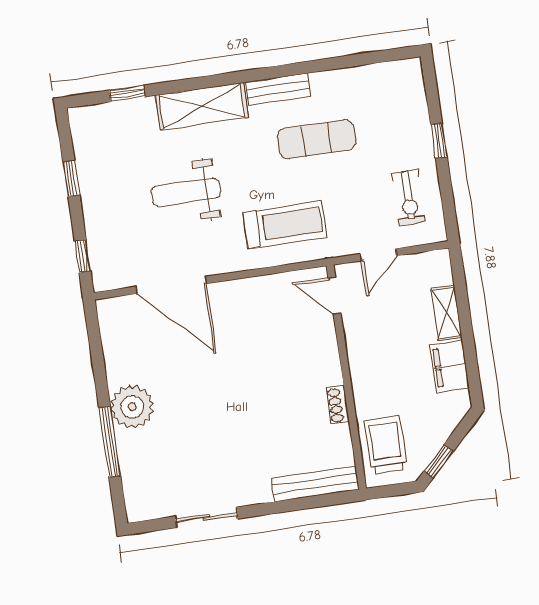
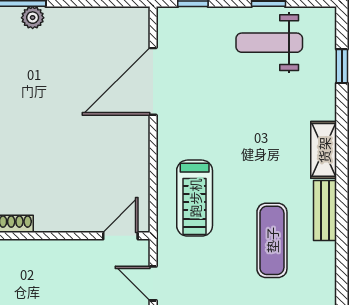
shelving: (202, 106) -> (324, 150), width x0.67, depth x0.75
weight bench: (186, 192) -> (269, 43), moved, turned -90
plant: (132, 407) -> (33, 18), width x0.53, depth x0.53

